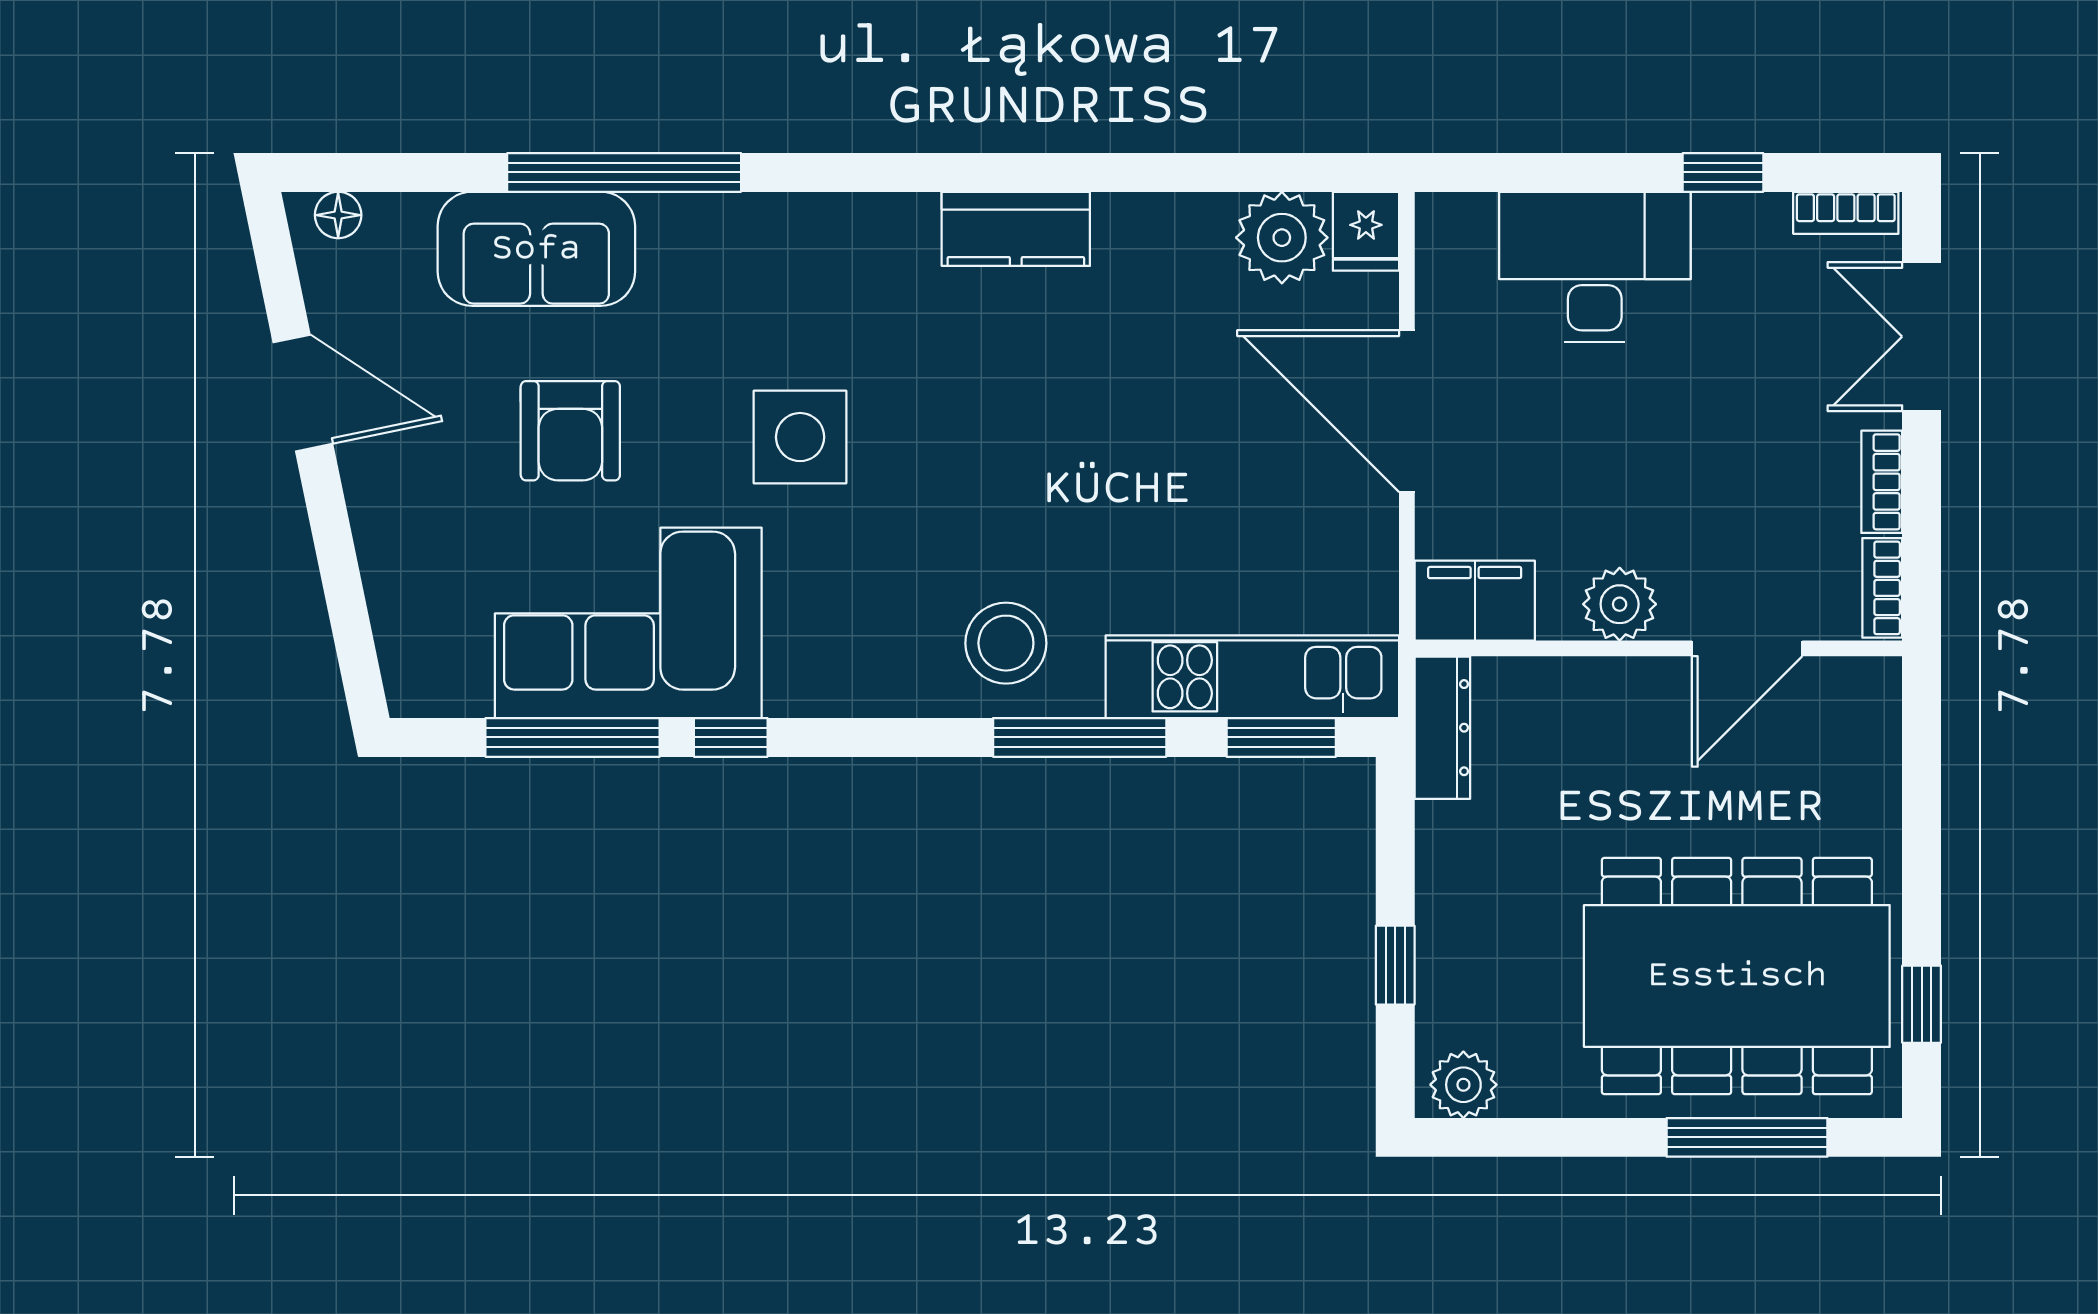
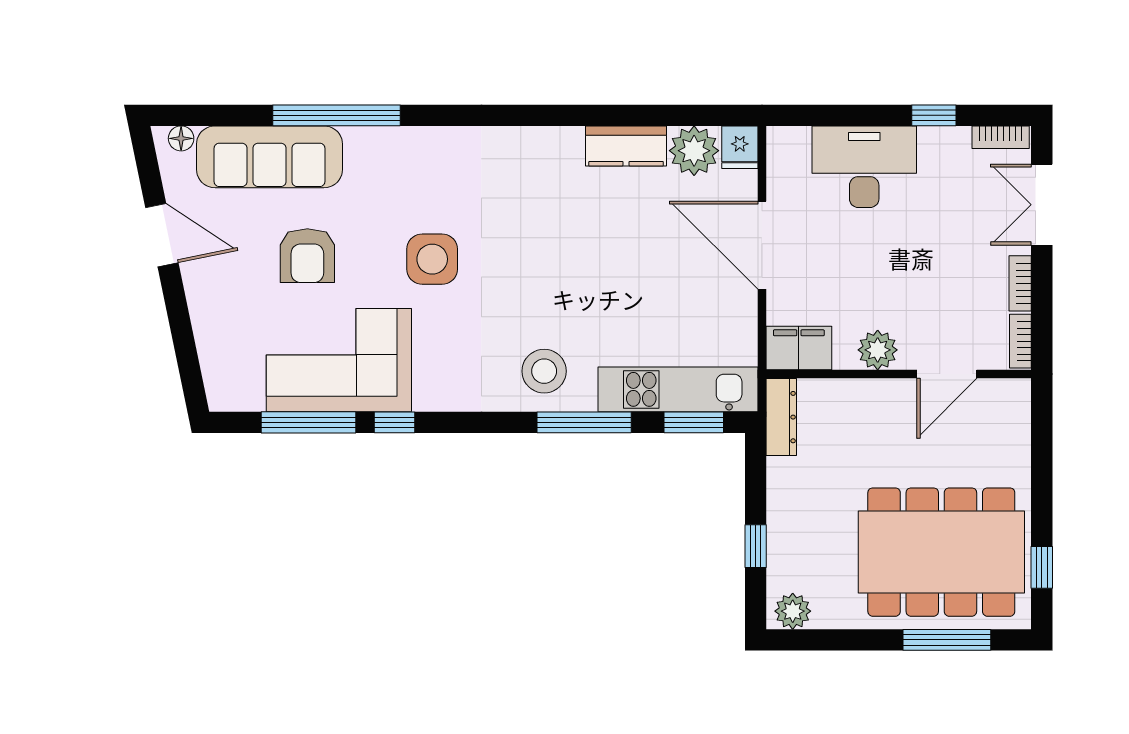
kitchen counter: (1016, 229) -> (626, 146), moved
sofa: (536, 249) -> (270, 157), width x1.36

